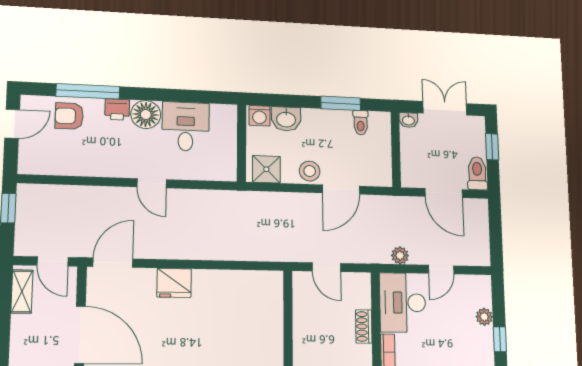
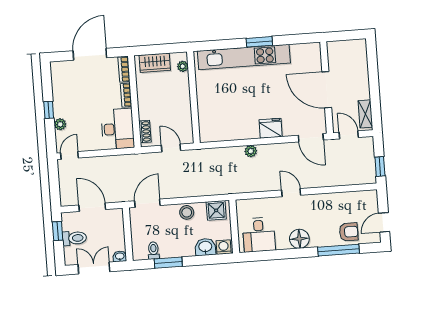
double door: (445, 108) -> (94, 268), swing flipped
printer: (117, 110) -> (318, 240), removed
desk: (186, 127) -> (259, 235), moved
window: (492, 147) -> (58, 231), moved
toilet: (477, 173) -> (74, 238), moved, turned -90
door: (341, 190) -> (147, 203), moved
plant: (400, 255) -> (251, 151), moved
door: (113, 263) -> (311, 138), hinge flipped
door: (441, 270) -> (69, 155), moved
shoe rack: (364, 326) -> (145, 131), moved

